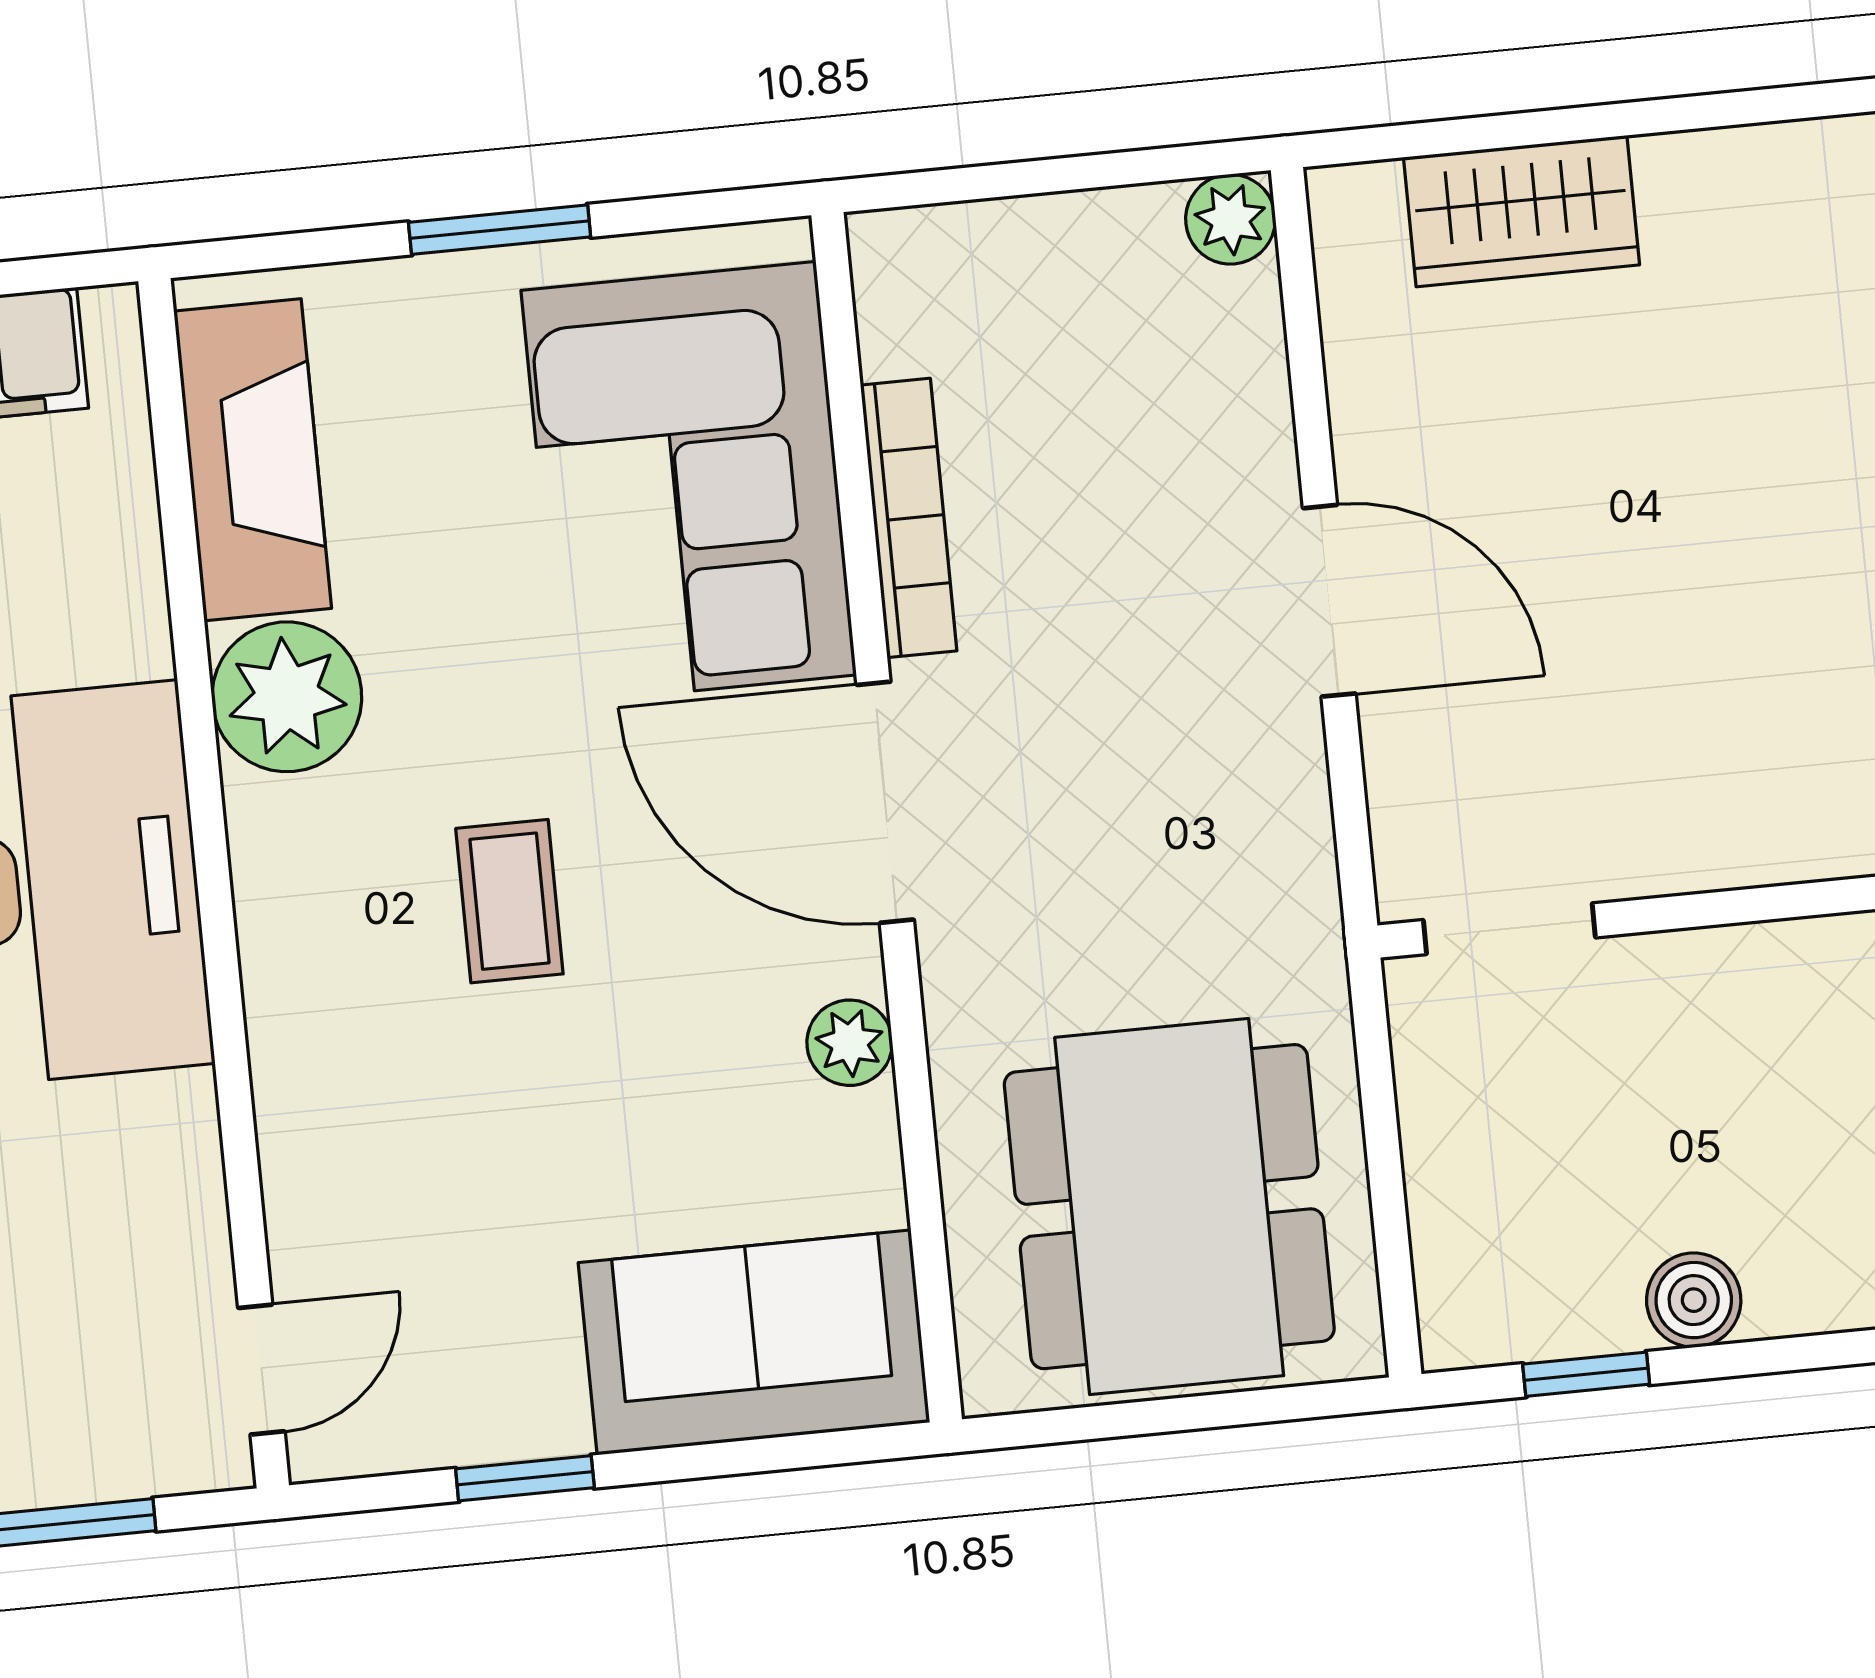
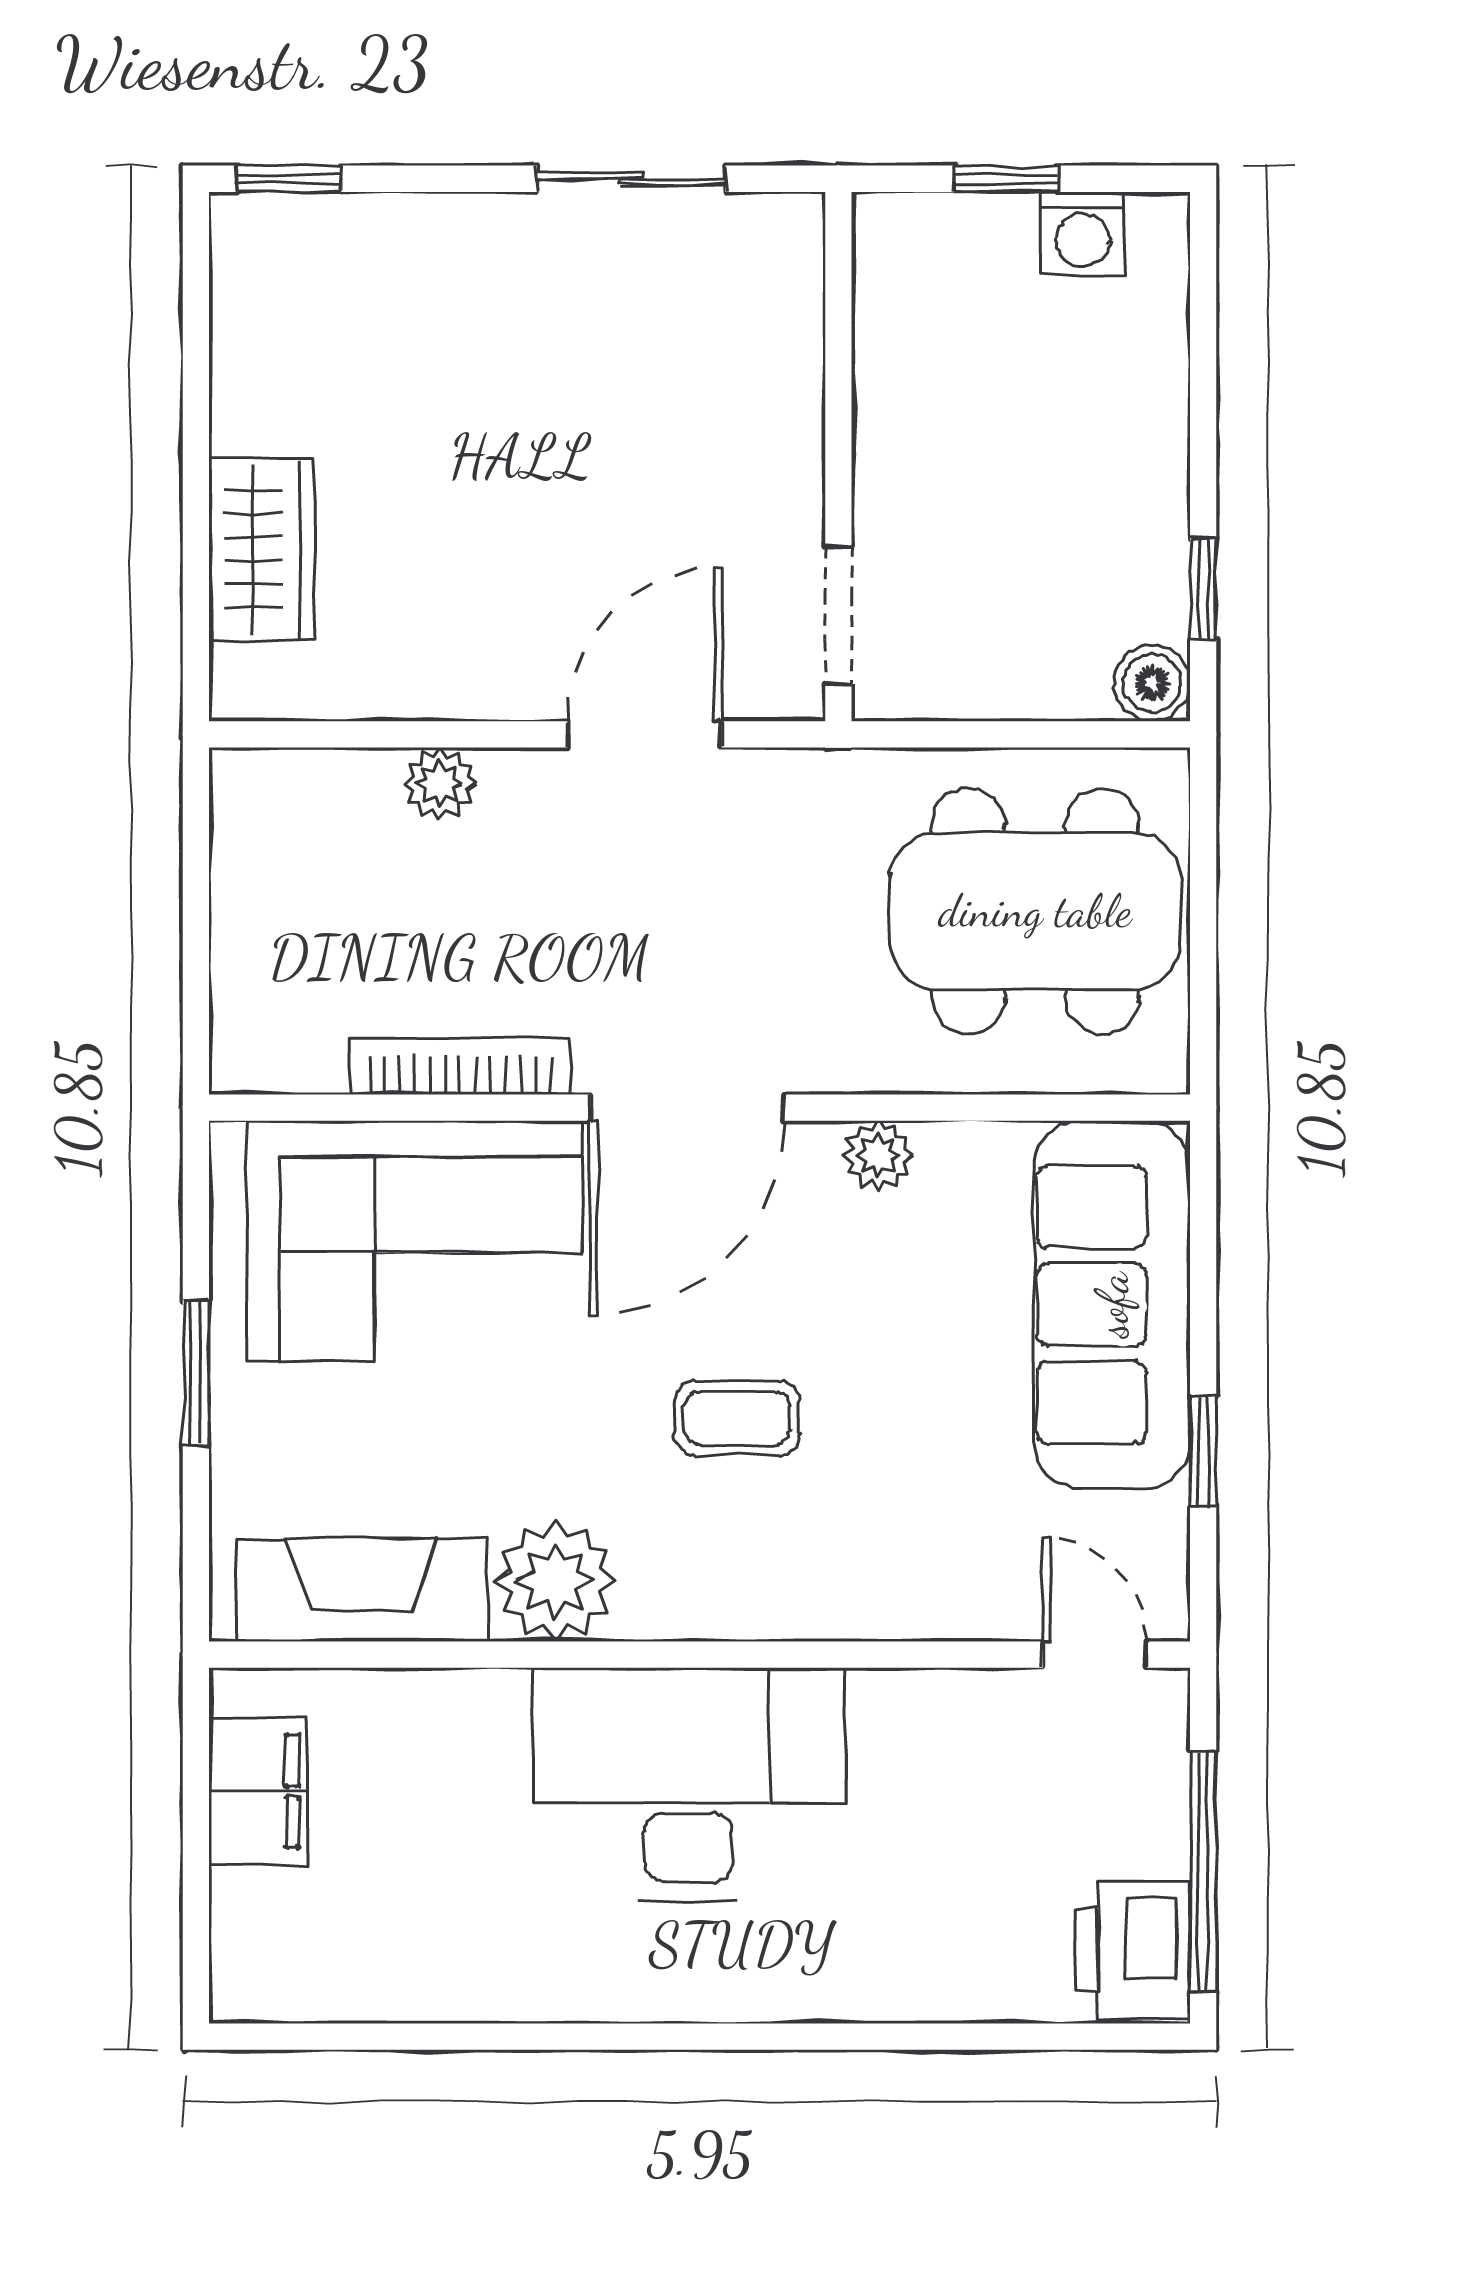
plant: (1231, 219) -> (440, 784), moved
door: (1329, 601) -> (645, 734), moved
boiler: (1694, 1300) -> (1152, 683), moved
sofa: (754, 1342) -> (1112, 1305), width x1.36

